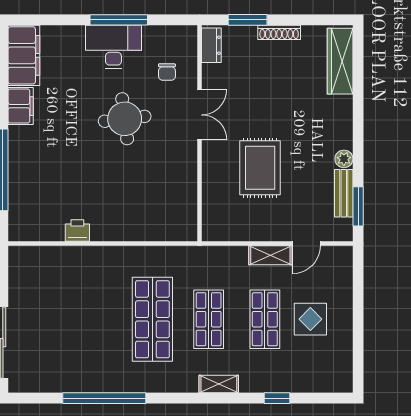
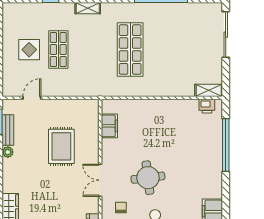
filing cabinet: (21, 106) -> (109, 126), moved, turned 180
printer: (77, 231) -> (207, 106), moved
shelving: (270, 255) -> (209, 90), moved
shop shelf: (209, 319) -> (94, 50), removed

